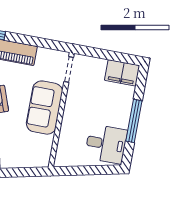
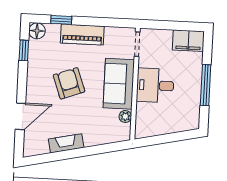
plant: (47, 142) -> (125, 117), added
desk: (106, 144) -> (155, 85), moved, turned 180

